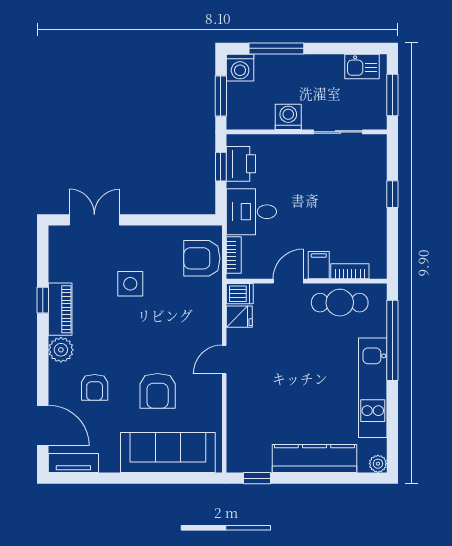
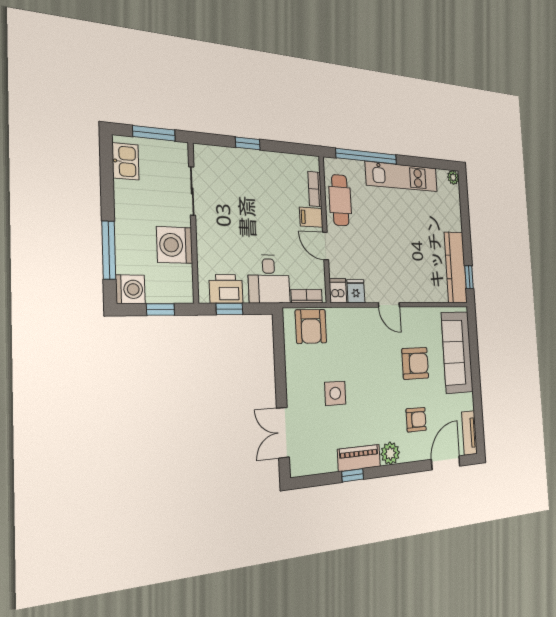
window: (221, 96) -> (161, 309), width x0.67
washing machine: (288, 117) -> (175, 245), width x1.37, depth x1.37
kitchen counter: (314, 459) -> (456, 267), moved

